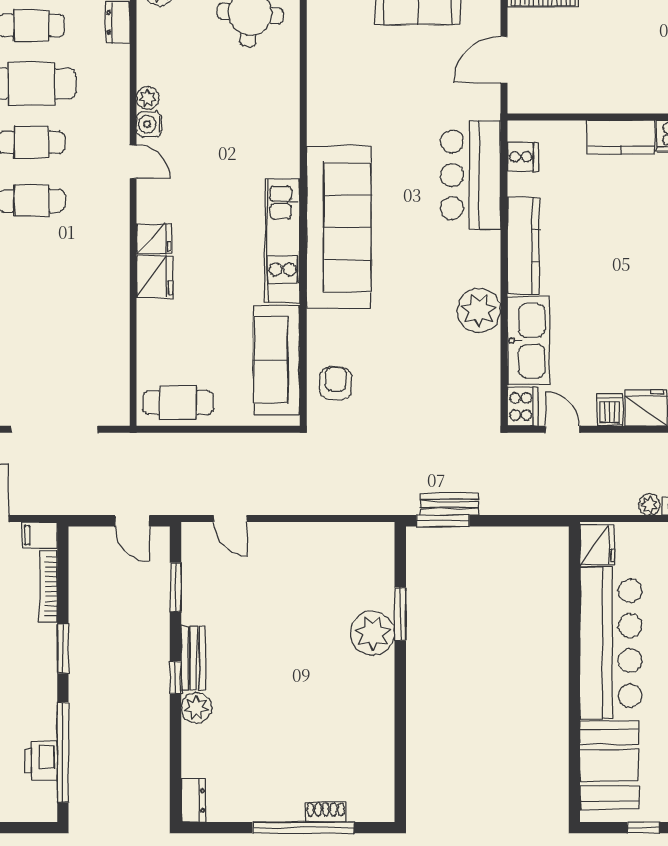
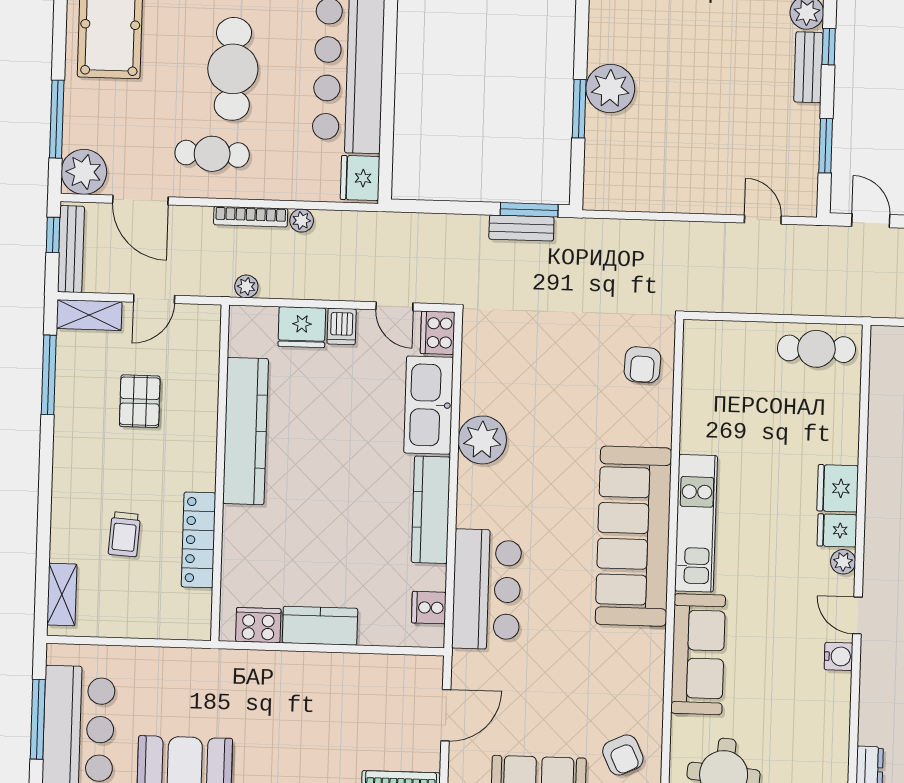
armchair: (342, 28) -> (623, 755), added
plant: (148, 98) -> (843, 562), moved
sofa: (277, 360) -> (698, 654), moved

